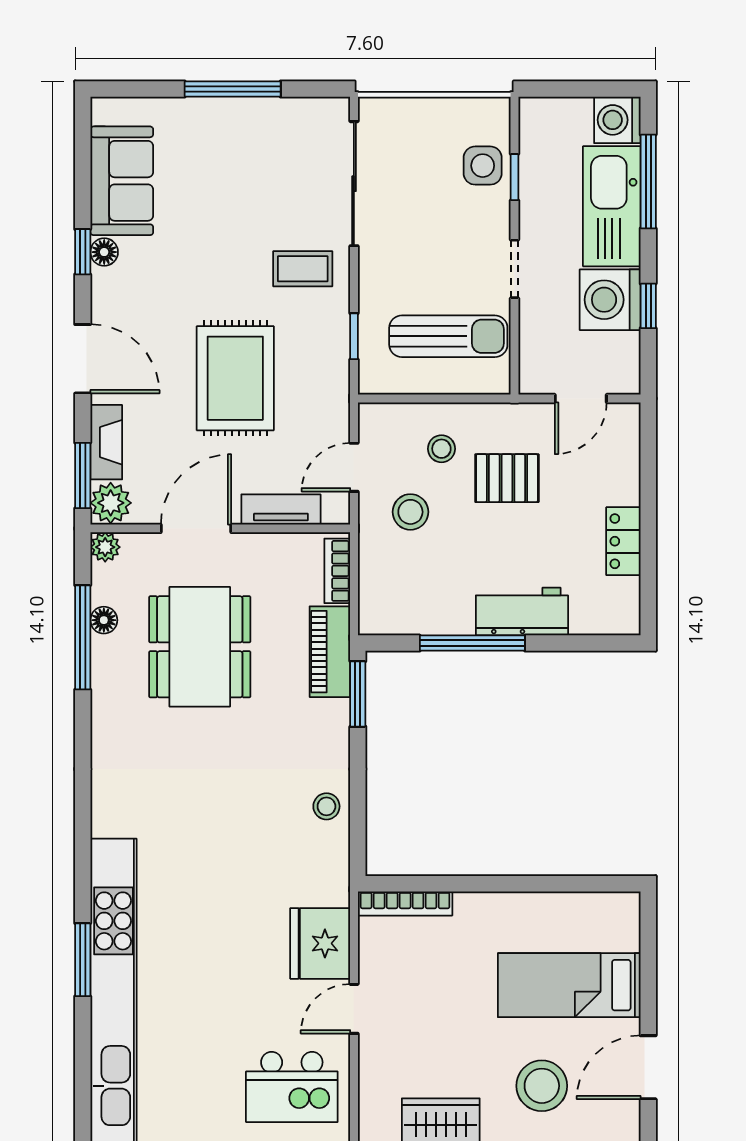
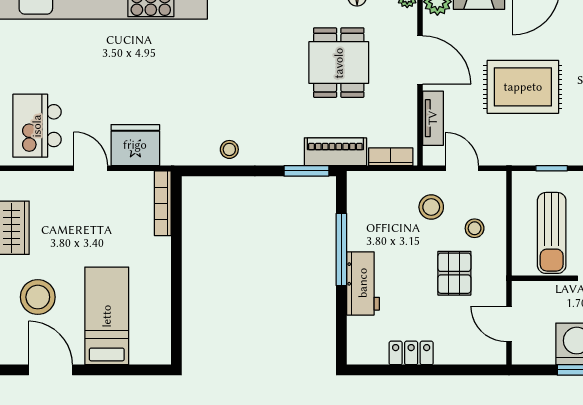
dining table: (200, 647) -> (339, 63), width x0.73

